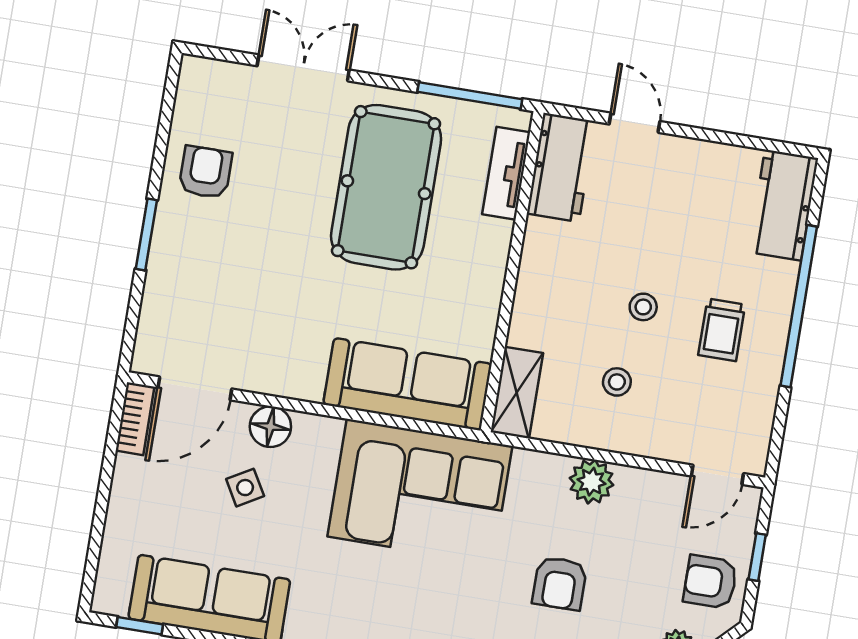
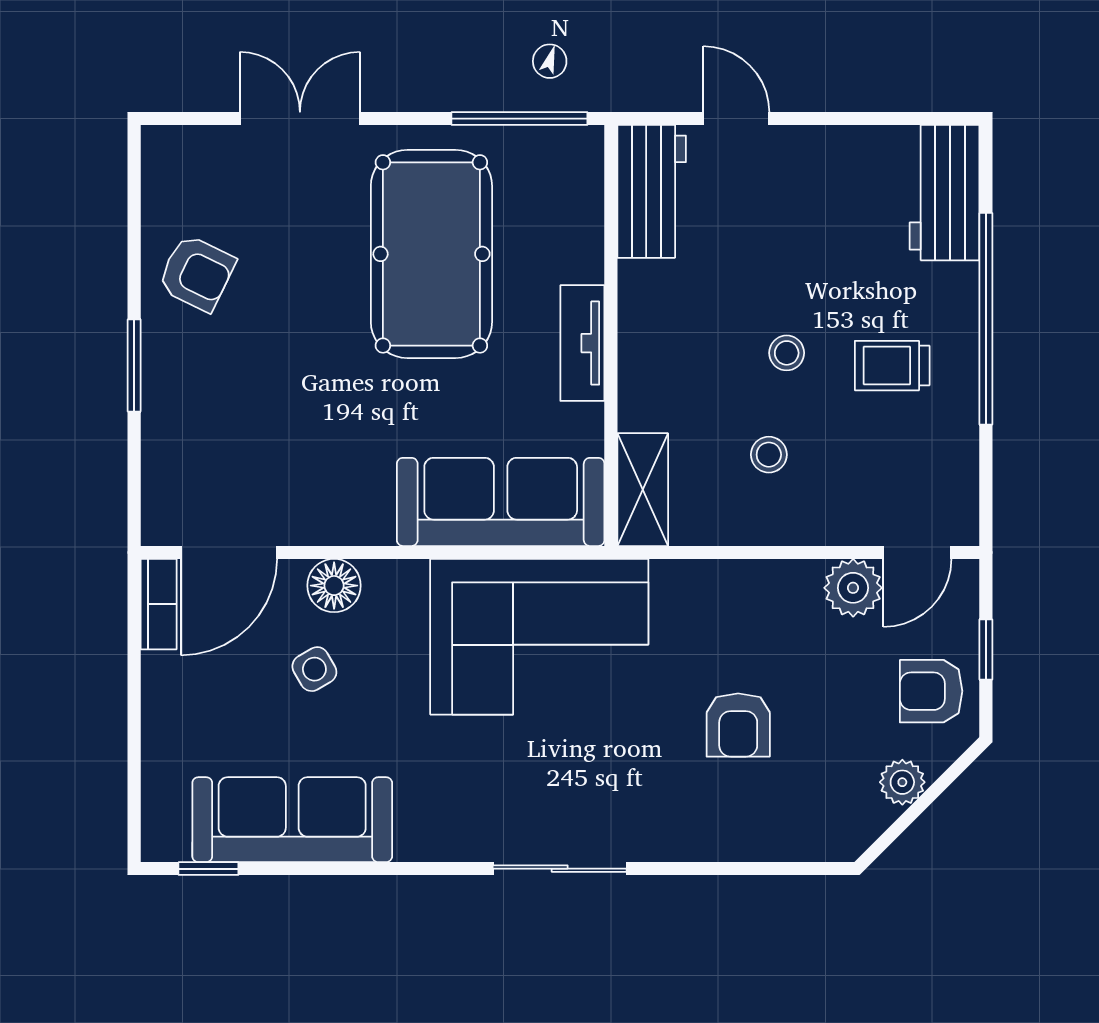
armchair: (205, 172) -> (197, 273), turned 116
tv unit: (506, 173) -> (582, 343), moved
trolley: (722, 330) -> (892, 366), turned 90
plant: (592, 482) -> (853, 588), moved

